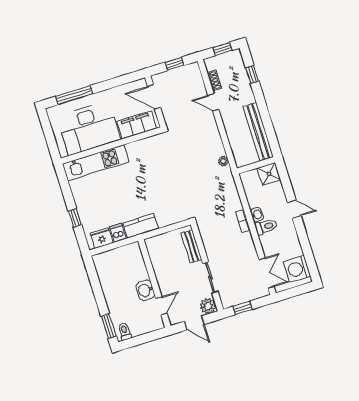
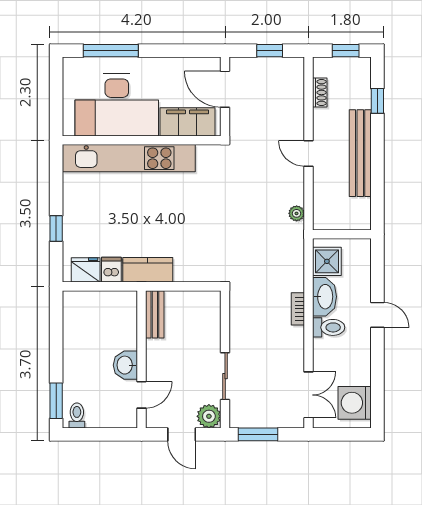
door: (213, 102) -> (308, 153), moved
bench: (258, 132) -> (360, 153), moved
kitchen unit: (96, 163) -> (129, 158), width x1.36
shower: (269, 174) -> (327, 261), moved
washbasin: (257, 215) -> (324, 297), width x1.91, depth x1.45
bench: (191, 246) -> (155, 314), moved
window: (243, 308) -> (258, 434), width x1.50

